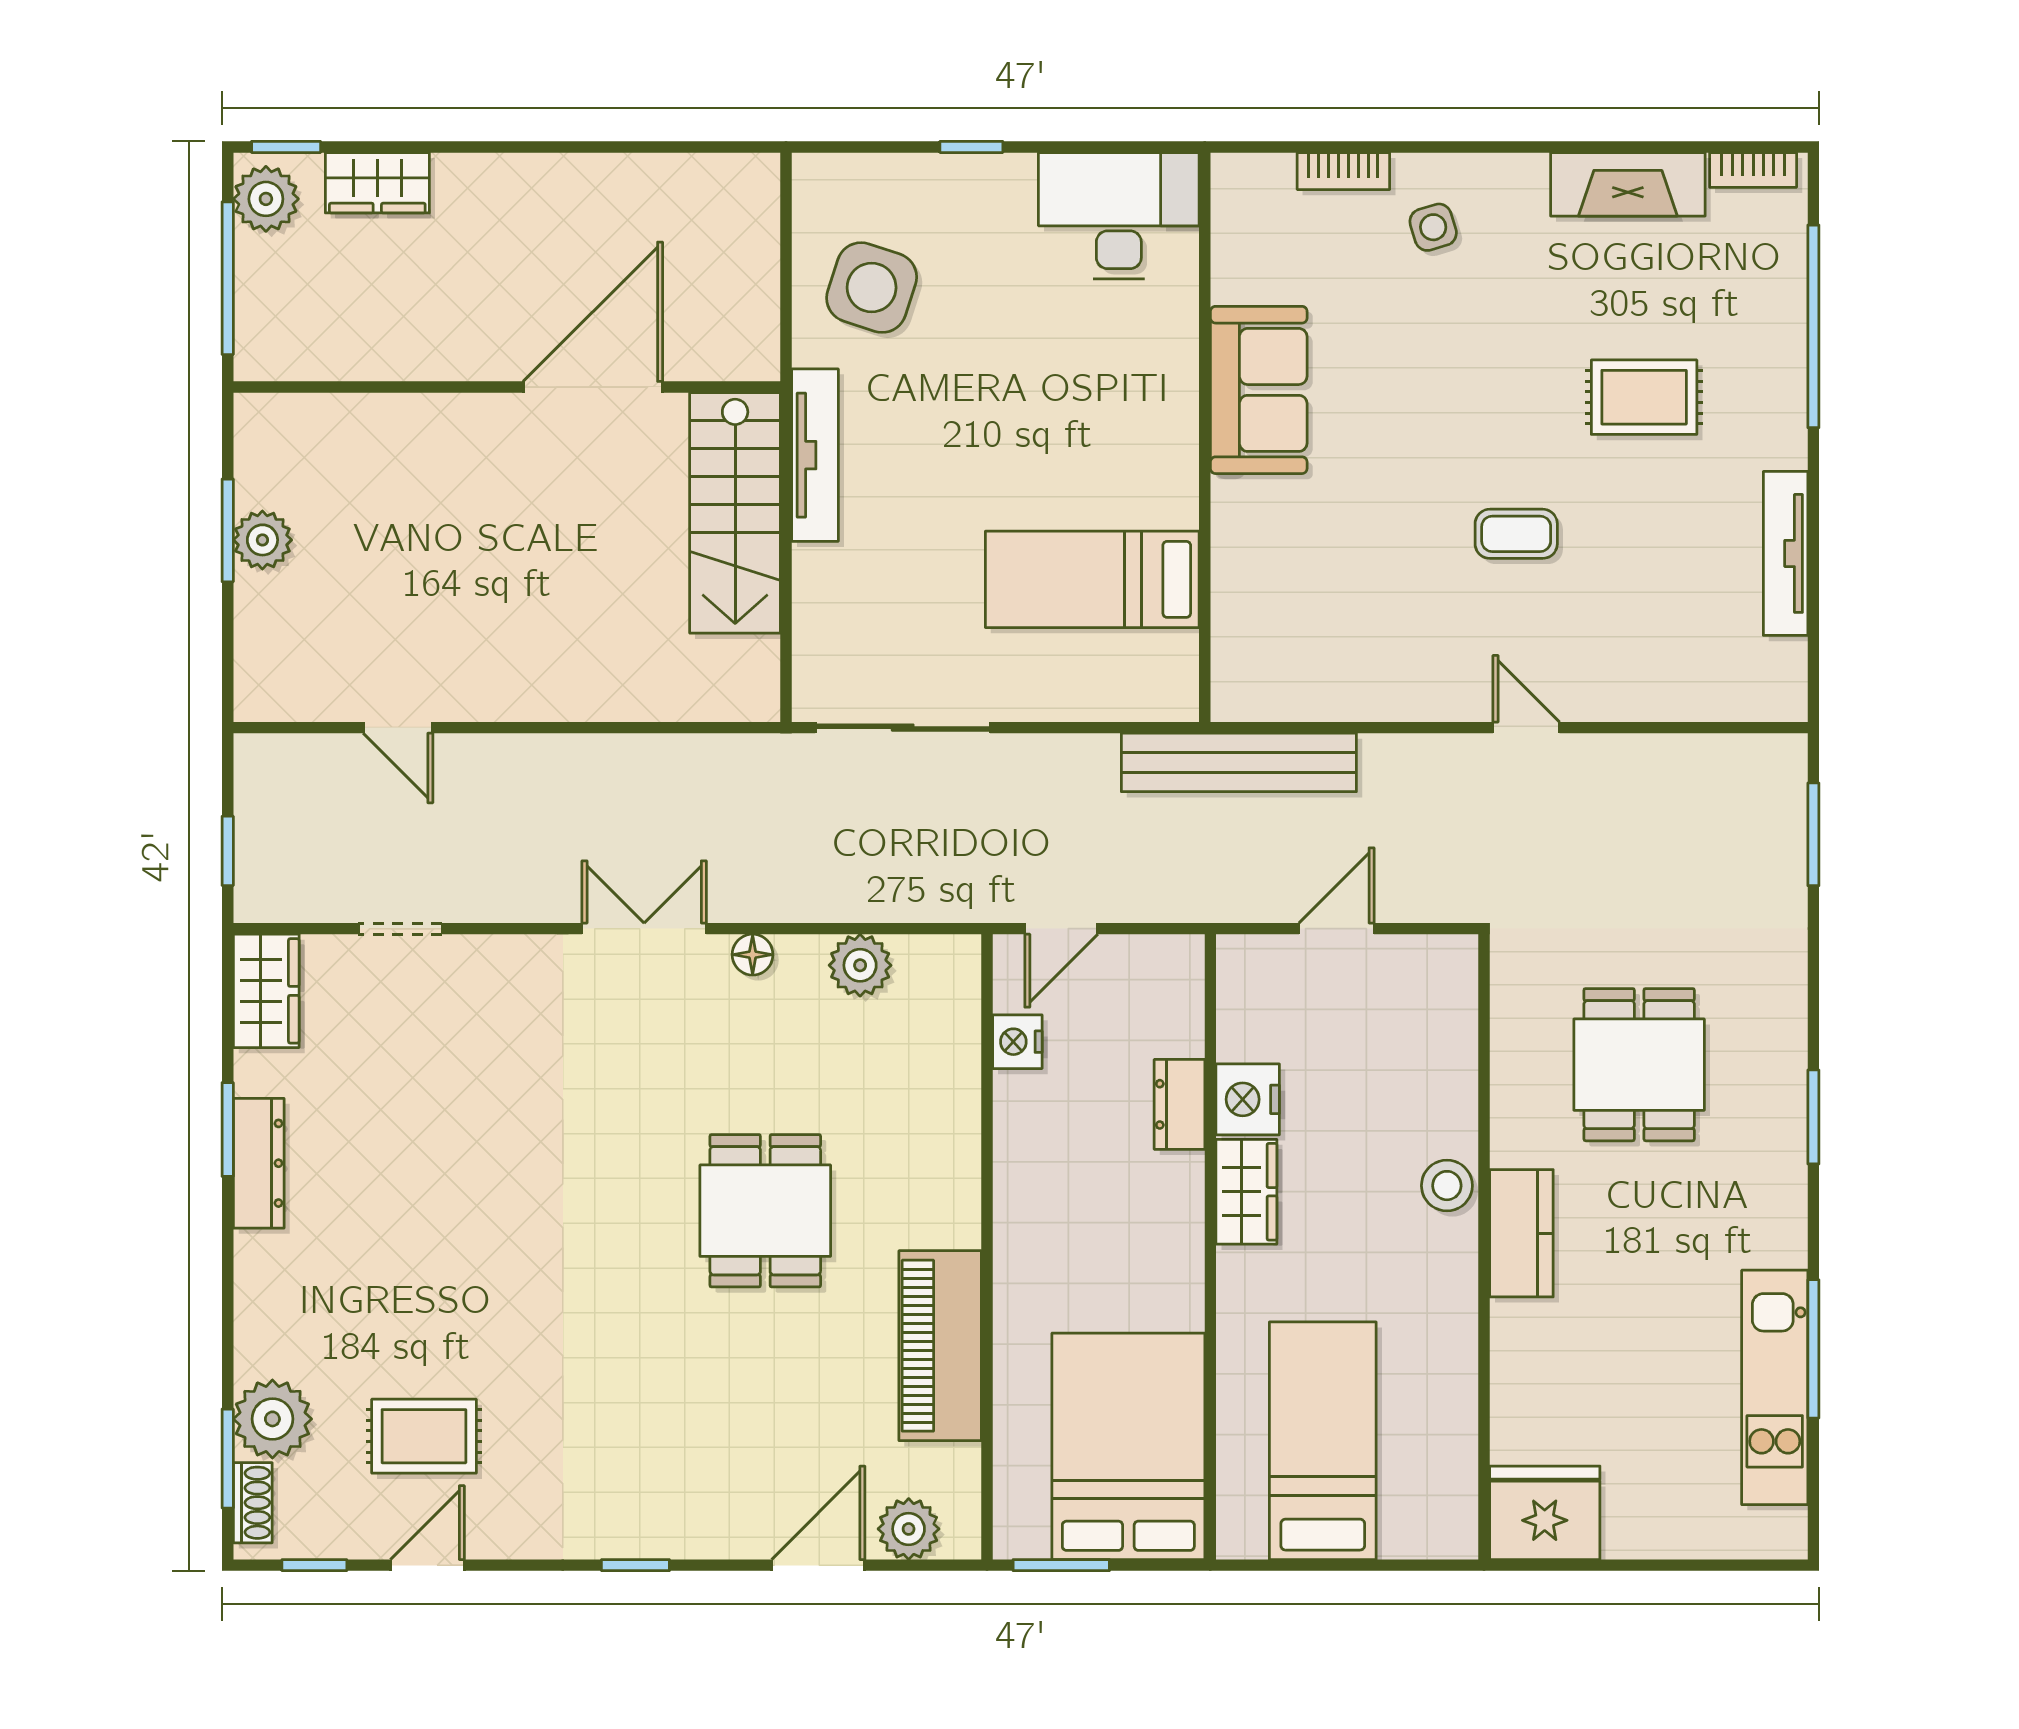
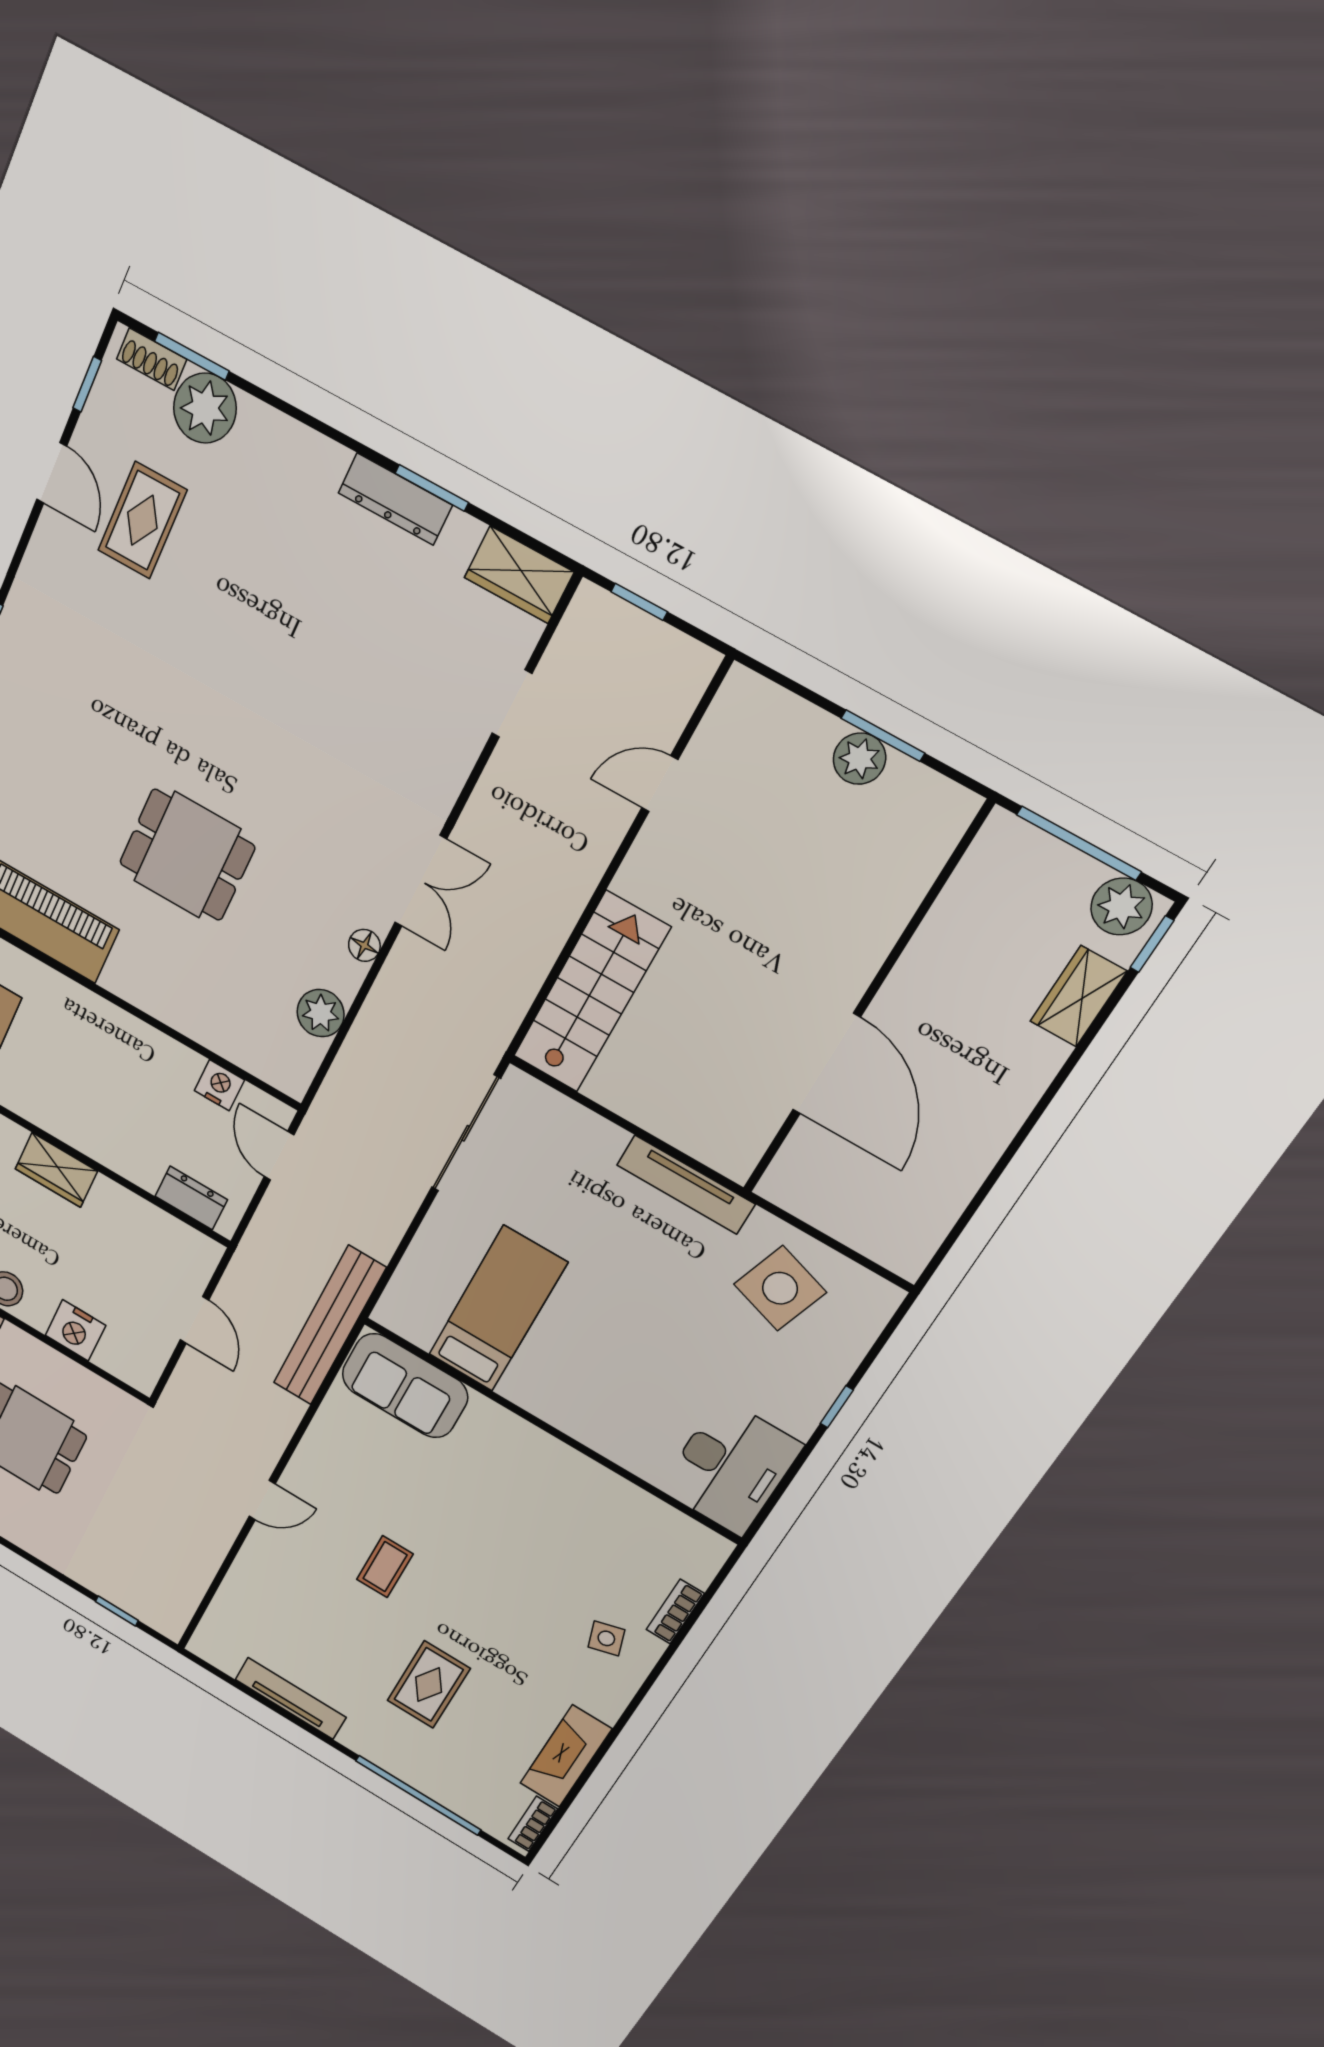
sofa: (1259, 390) -> (405, 1386), moved
stairs: (735, 513) -> (591, 992), moved, turned 90
window: (1813, 834) -> (117, 1611), width x0.67
nightstand: (1248, 1099) -> (75, 1330), moved, turned 180
dresser: (1180, 1104) -> (191, 1198), moved

